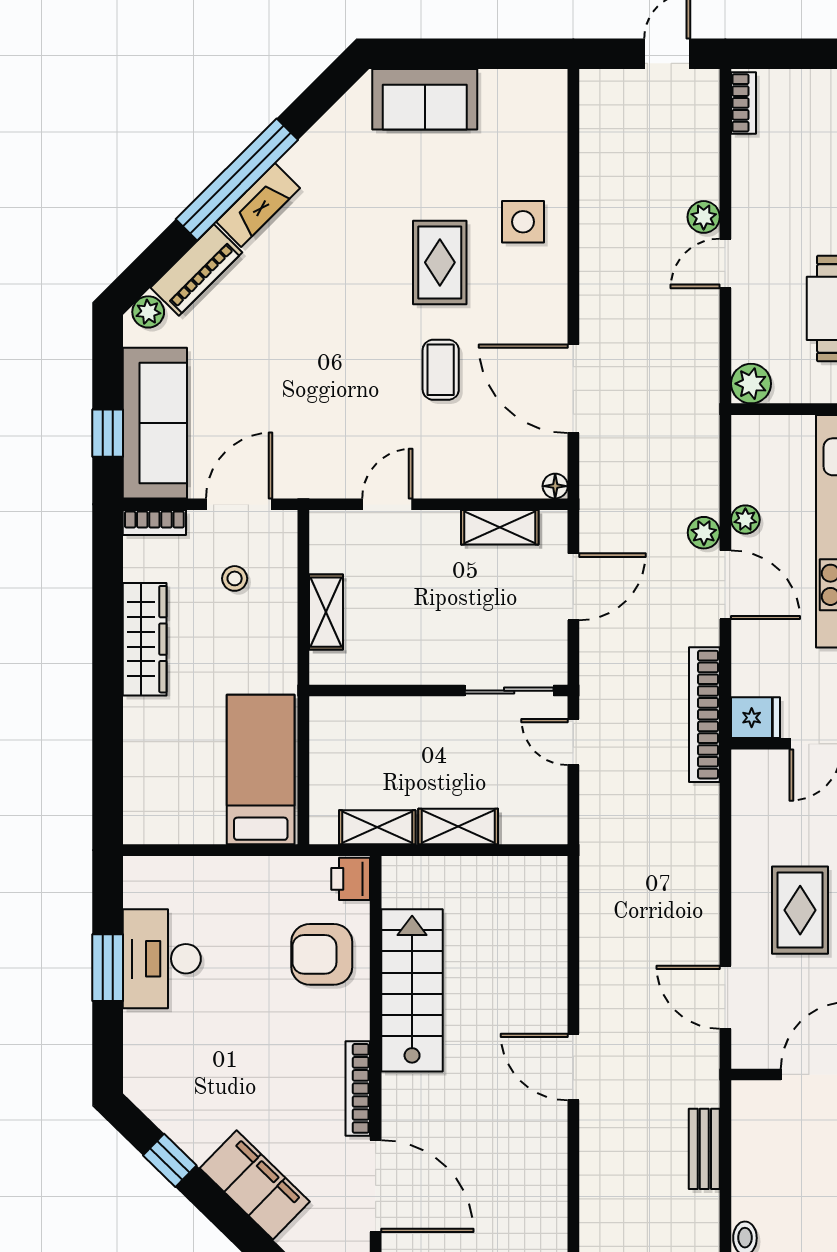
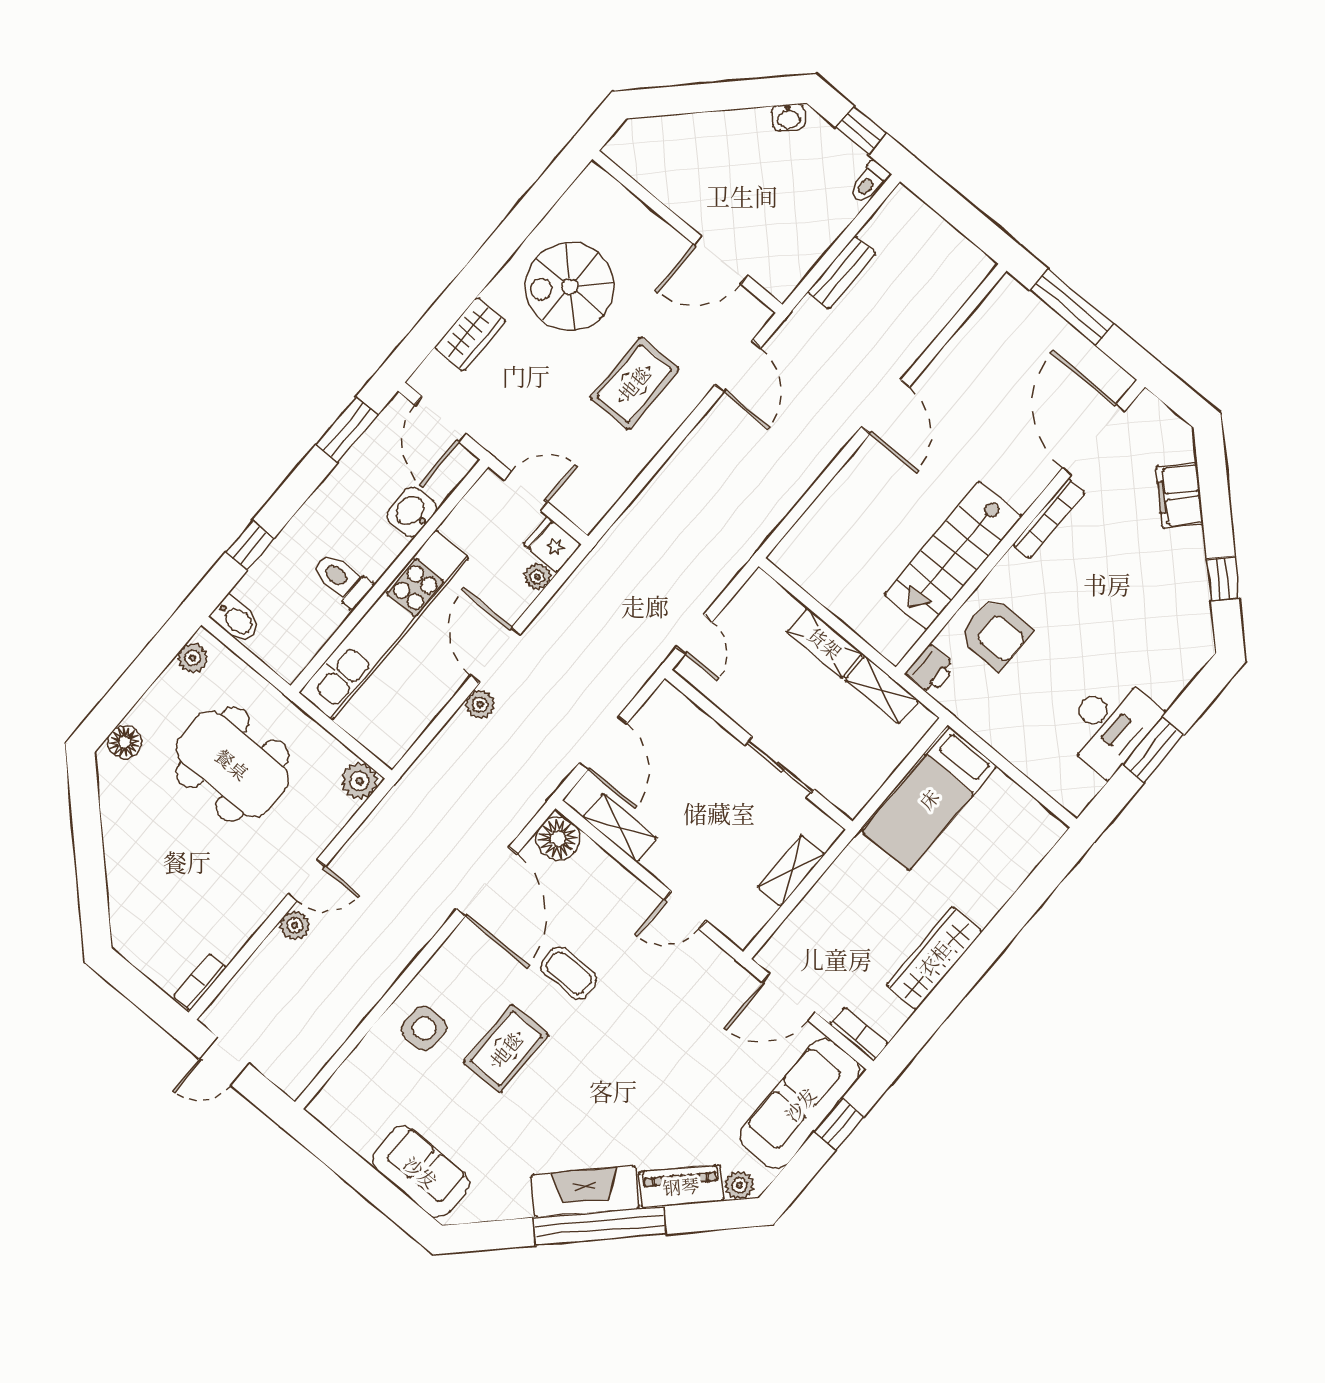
fireplace: (258, 205) -> (585, 1192), width x1.37, depth x1.32
coffee table: (441, 370) -> (569, 973), turned 90
floor lamp: (555, 486) -> (558, 839), width x1.89, depth x1.89
plant: (745, 520) -> (537, 577), moved
stool: (235, 578) -> (836, 948), removed
door: (573, 587) -> (603, 743), swing flipped
sliding door: (509, 691) -> (779, 767), moved
bookcase: (704, 715) -> (587, 577), removed
filing cabinet: (255, 1185) -> (1180, 496), width x0.67, depth x0.86

